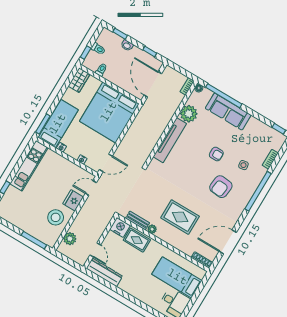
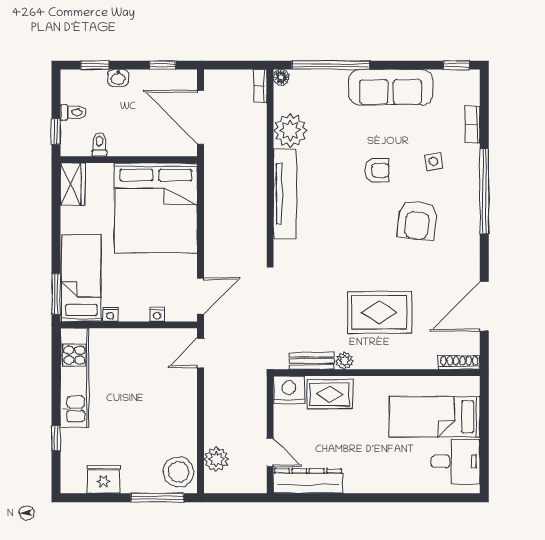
sofa: (228, 112) -> (391, 87), moved
fridge: (73, 200) -> (103, 479), moved, turned 90
stool: (56, 217) -> (178, 472), moved

